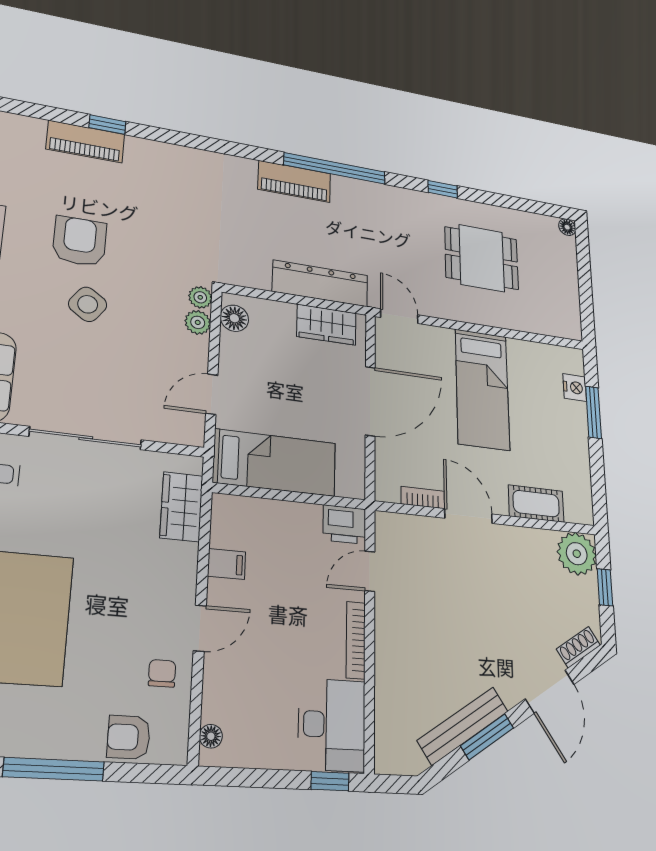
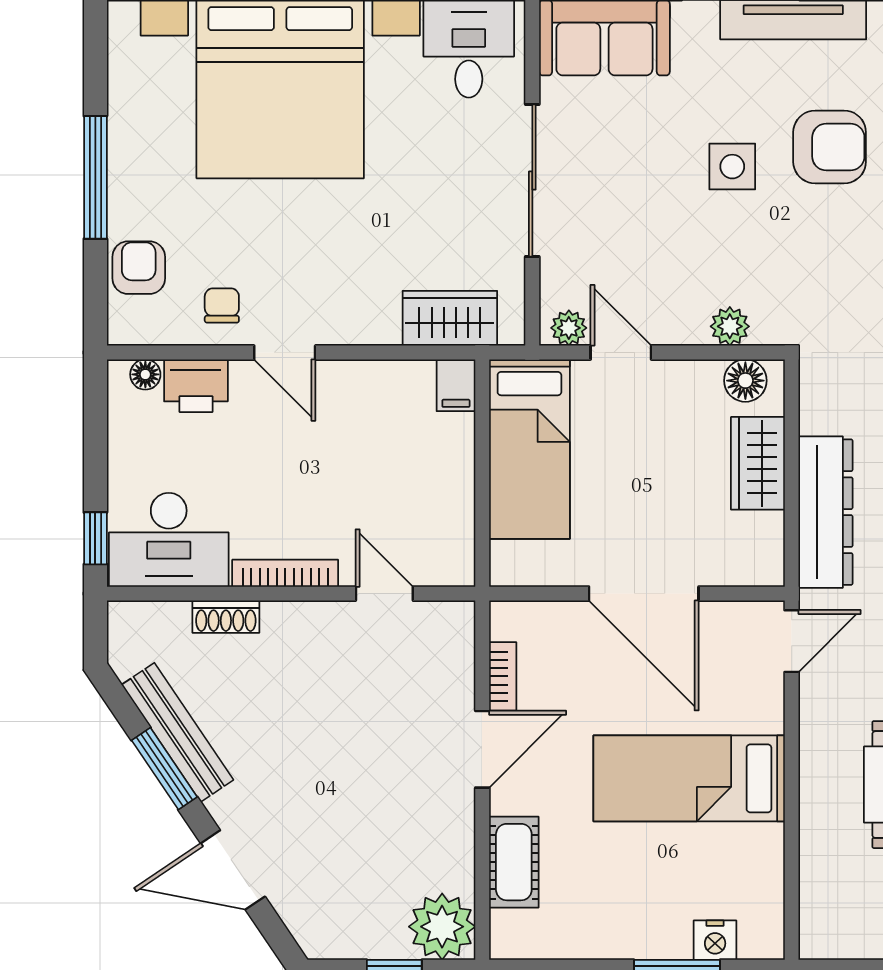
plant: (200, 297) -> (569, 328), moved
side table: (88, 304) -> (732, 167), turned -35
wardrobe: (326, 325) -> (758, 463), moved
printer: (344, 525) -> (196, 386), moved, turned -90
filing cabinet: (227, 564) -> (456, 385), moved
shoe rack: (578, 647) -> (226, 617), moved, turned 124
chair: (162, 673) -> (222, 305), turned -90

